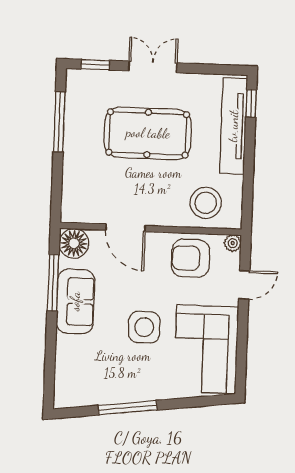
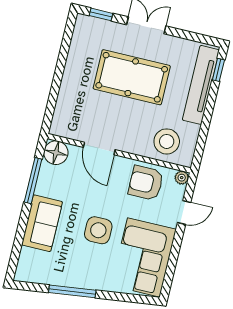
window: (59, 122) -> (63, 54), removed
sofa: (75, 301) -> (42, 223), moved

